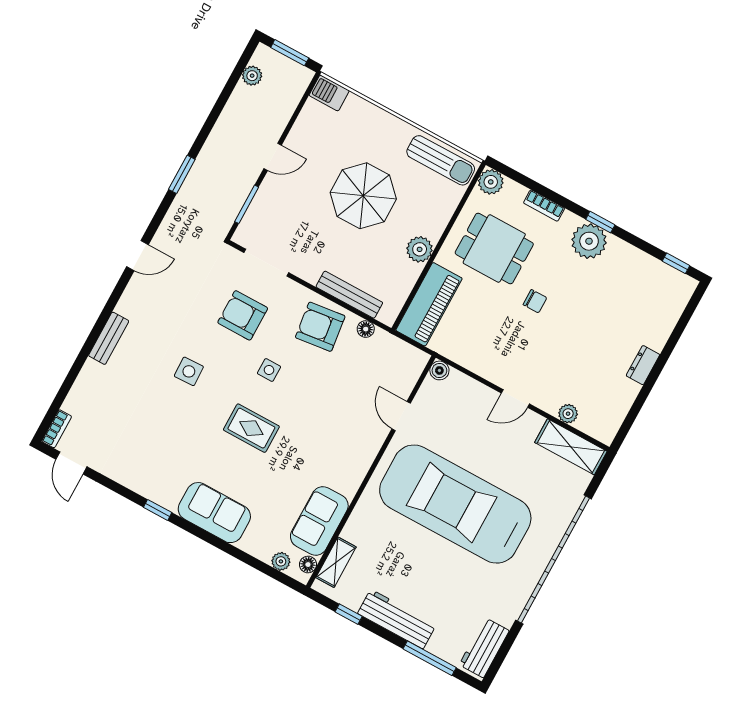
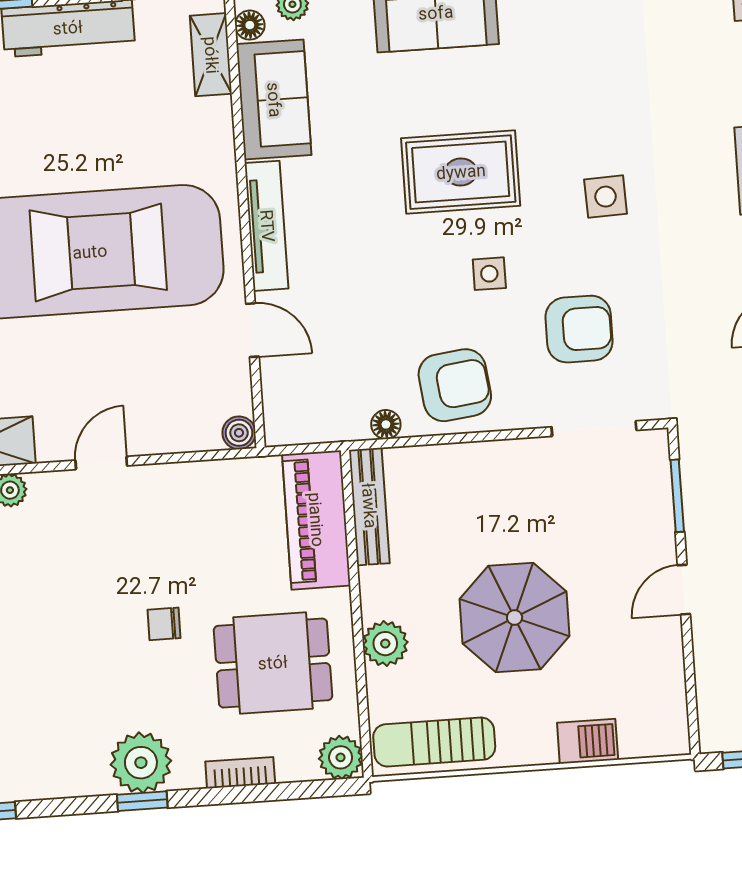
barbecue: (329, 93) -> (588, 741), moved
plant: (420, 249) -> (385, 644), moved
bench: (349, 295) -> (369, 506), moved, turned 90
rug: (251, 428) -> (461, 172), width x1.36, depth x1.43
tv unit: (362, 462) -> (267, 226), added

